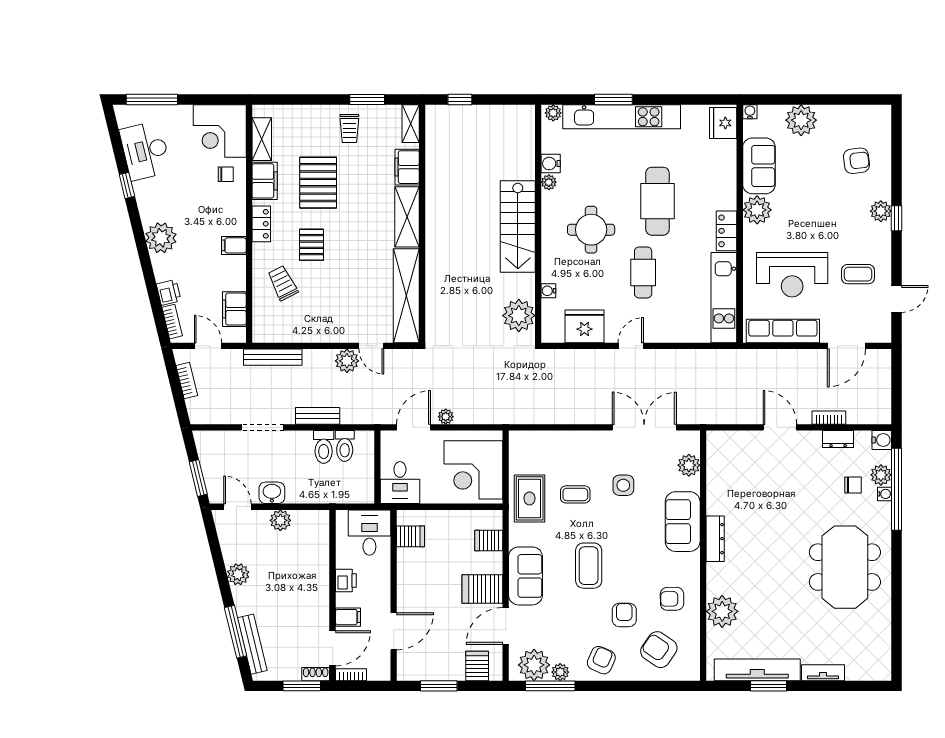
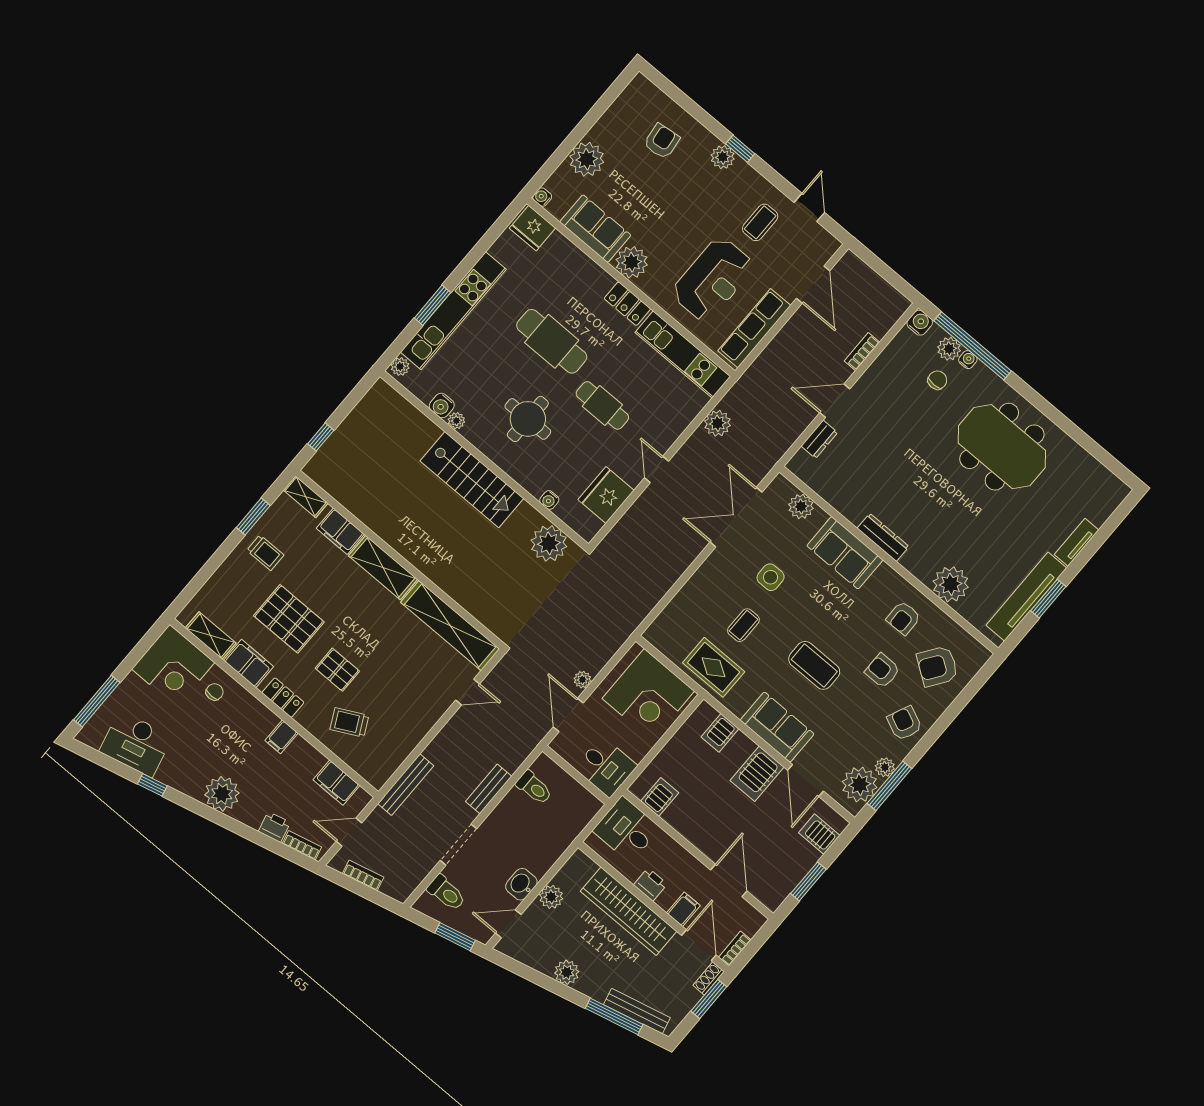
plant: (347, 361) -> (718, 423), moved
dresser: (838, 439) -> (819, 439), moved
toilet: (324, 447) -> (446, 893), moved
wardrobe: (315, 581) -> (629, 911), added

